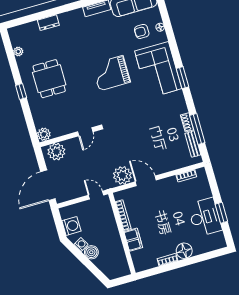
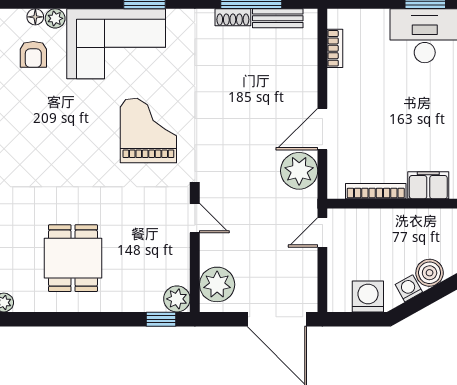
plant: (162, 37) -> (55, 18), added
grand piano: (111, 73) -> (148, 130), moved, turned 180
dining table: (49, 79) -> (73, 258), turned 90
window: (21, 92) -> (161, 319), moved

